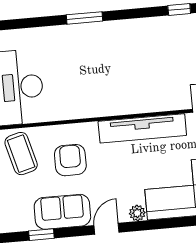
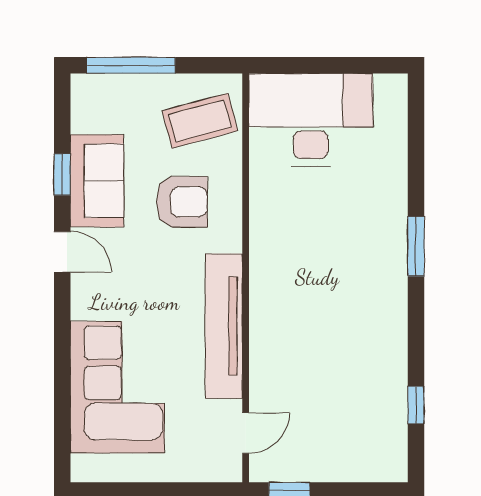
plant: (137, 213) -> (84, 305), removed
window: (41, 235) -> (62, 174), moved

